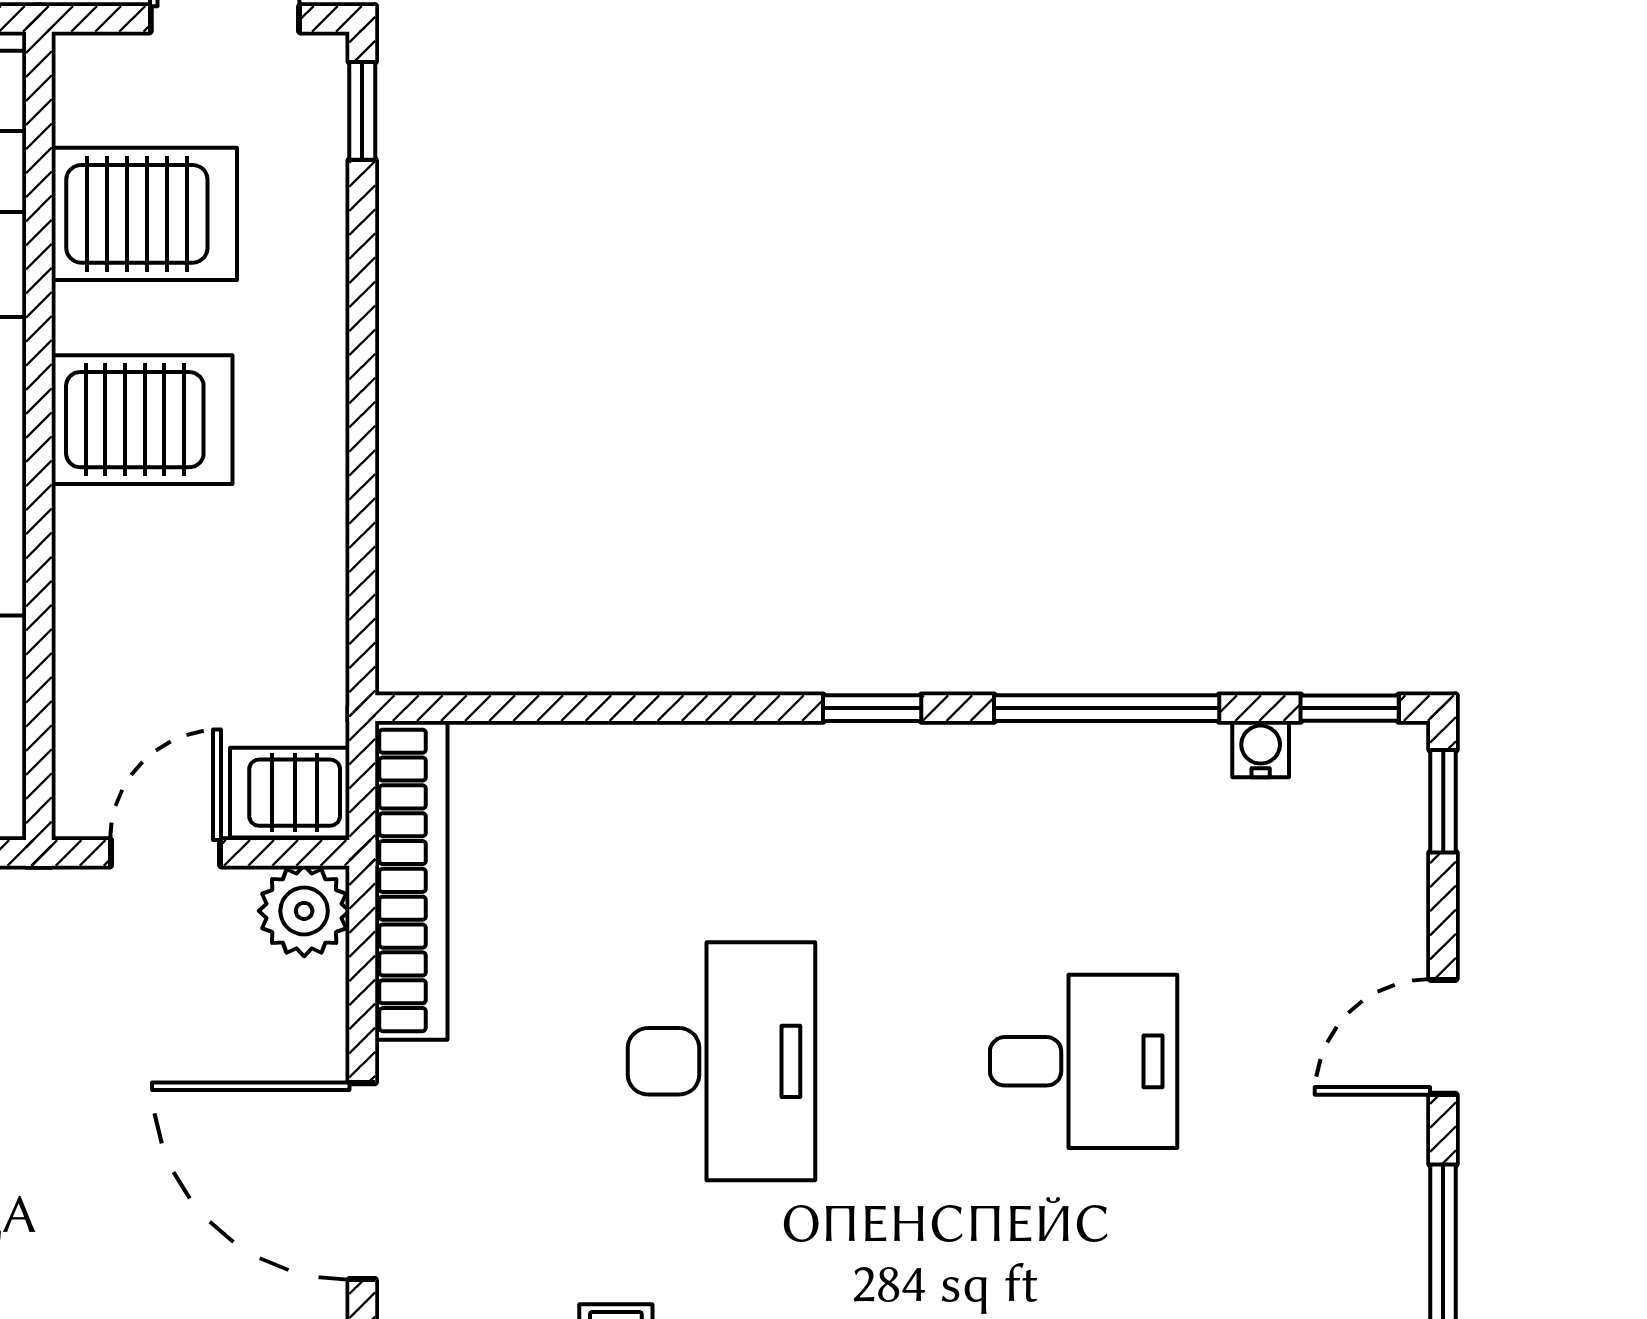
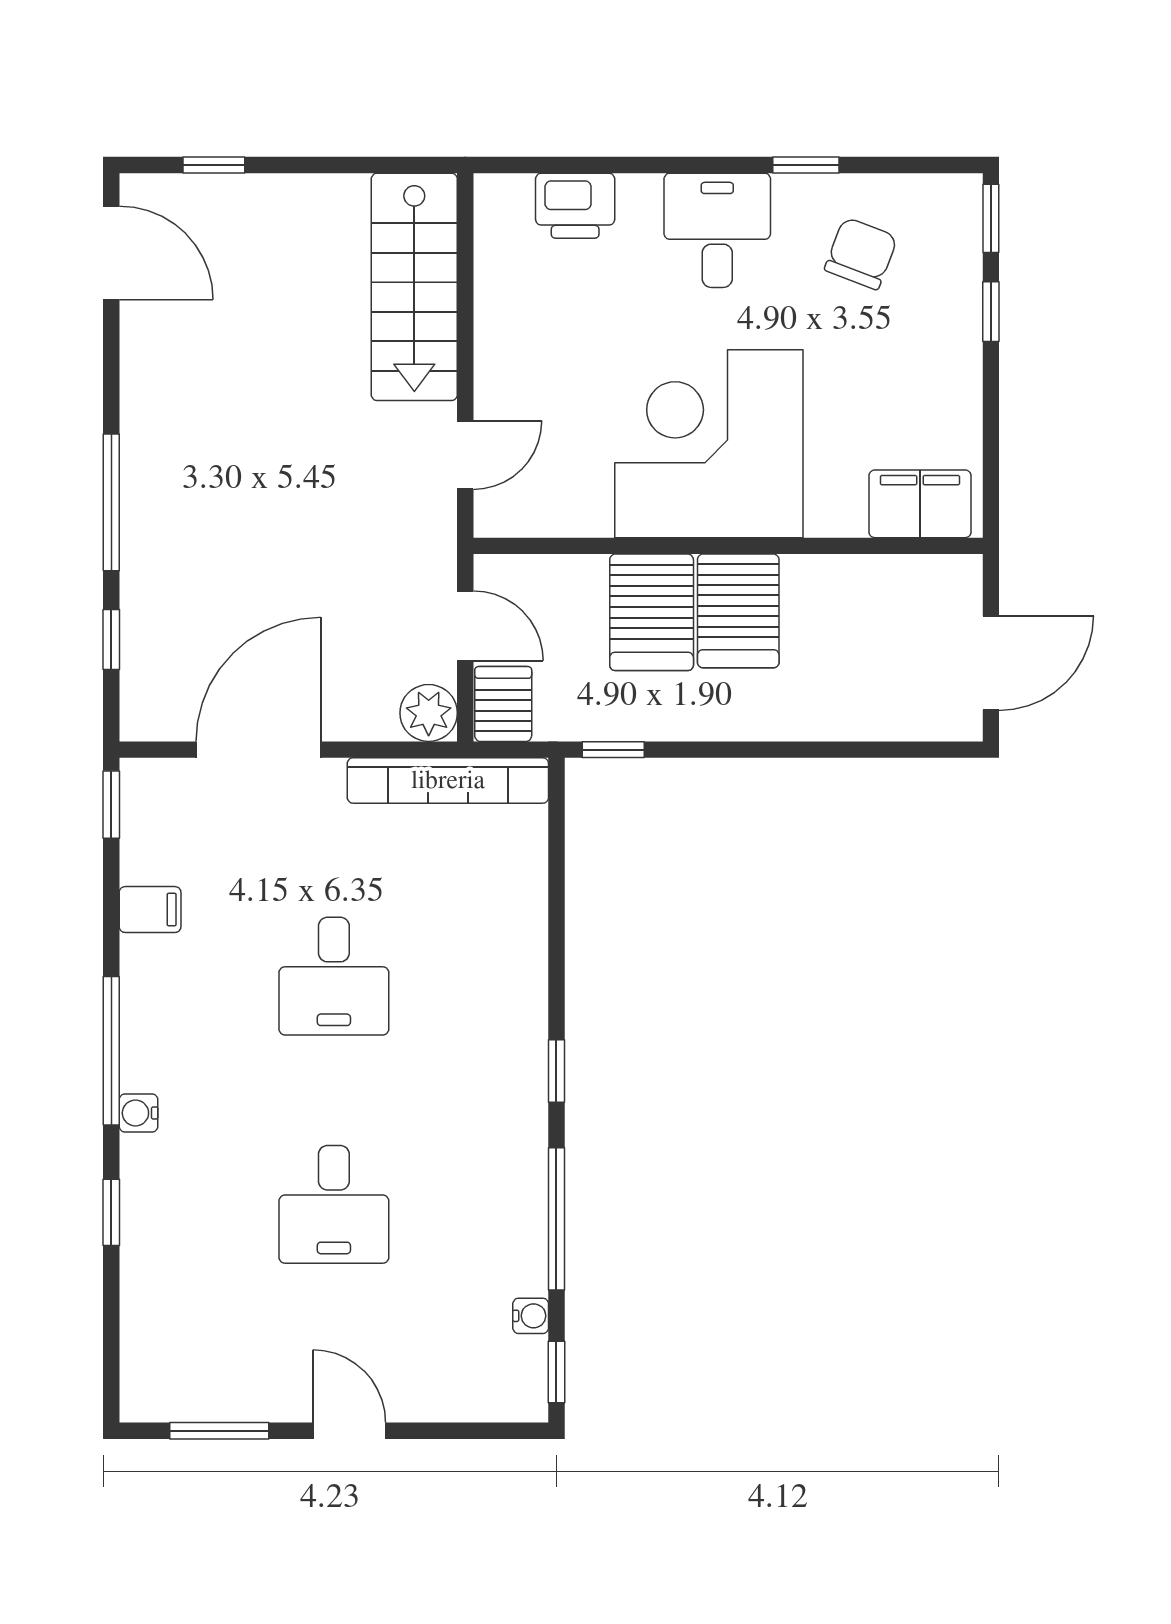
window: (362, 111) -> (613, 750), moved
server rack: (144, 214) -> (652, 612), moved
window: (1443, 801) -> (498, 1431), removed
desk: (722, 1061) -> (334, 976), width x0.73

